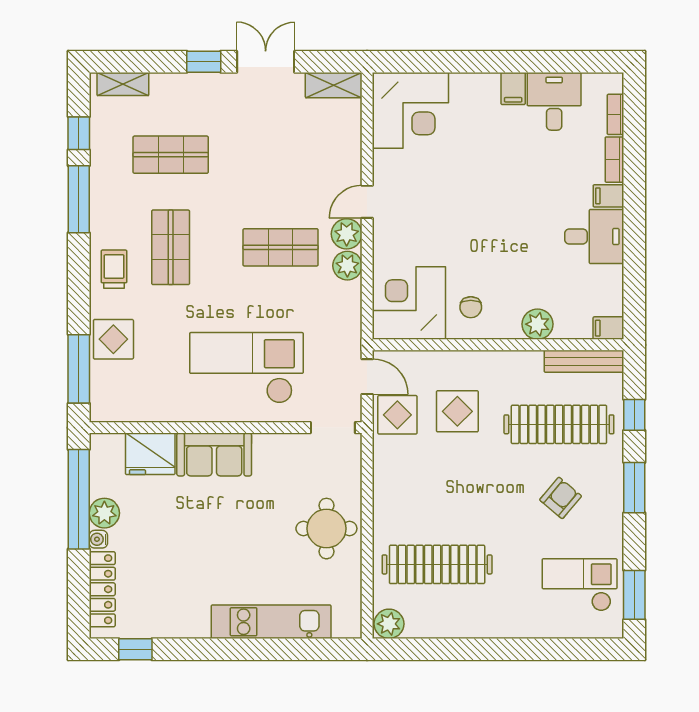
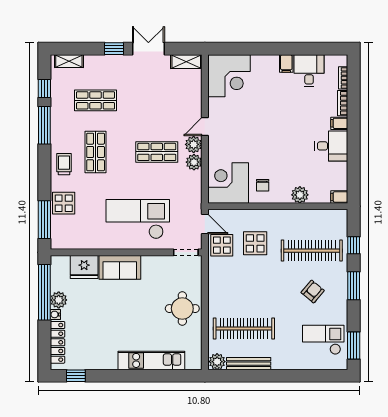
bench: (584, 361) -> (249, 364), moved

